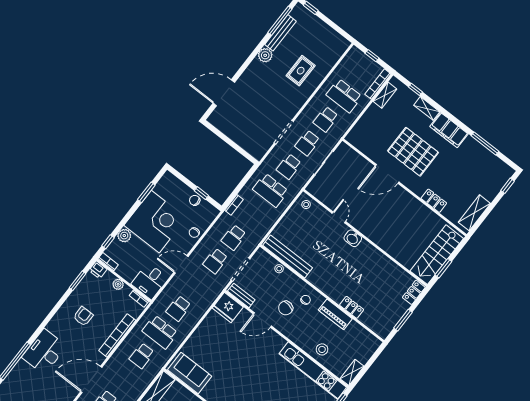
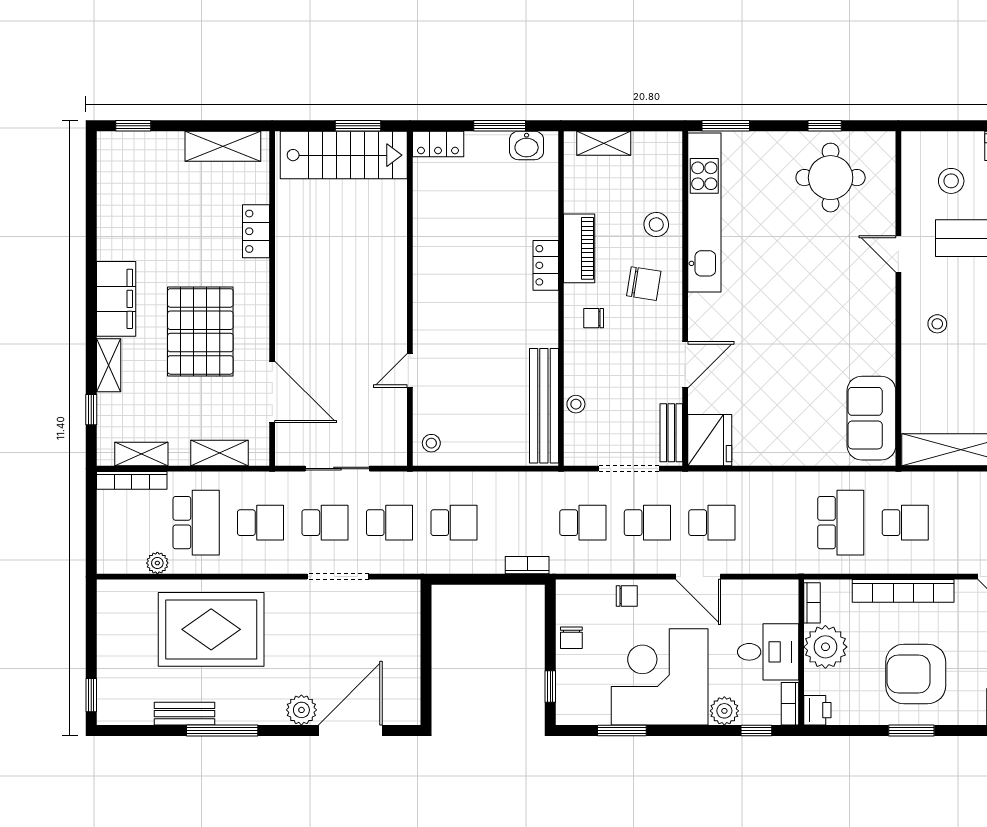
window: (280, 21) -> (222, 730), moved
bench: (280, 33) -> (185, 714), width x0.73
plant: (265, 55) -> (301, 710), moved
window: (372, 56) -> (91, 528), removed
plant: (340, 70) -> (157, 563), added
rug: (301, 71) -> (211, 629), width x1.86, depth x2.06
door: (224, 93) -> (350, 730), swing flipped
shelving: (363, 124) -> (219, 453), added
window: (485, 143) -> (91, 220), removed
door: (387, 174) -> (272, 392), moved
school desk: (270, 190) -> (454, 523), width x0.54
window: (201, 193) -> (550, 686), moved
washbasin: (353, 238) -> (527, 146), moved, turned 90
window: (78, 281) -> (911, 730), moved
desk: (150, 281) -> (768, 652), moved
plant: (118, 284) -> (825, 647), width x1.88, depth x1.88
locker: (352, 307) -> (546, 265), moved
school desk: (178, 308) -> (712, 523), moved
chair: (286, 308) -> (644, 284), moved
armchair: (83, 316) -> (916, 674), width x1.88, depth x1.88
door: (262, 320) -> (685, 365), hinge flipped
shelving: (352, 372) -> (604, 143), moved

